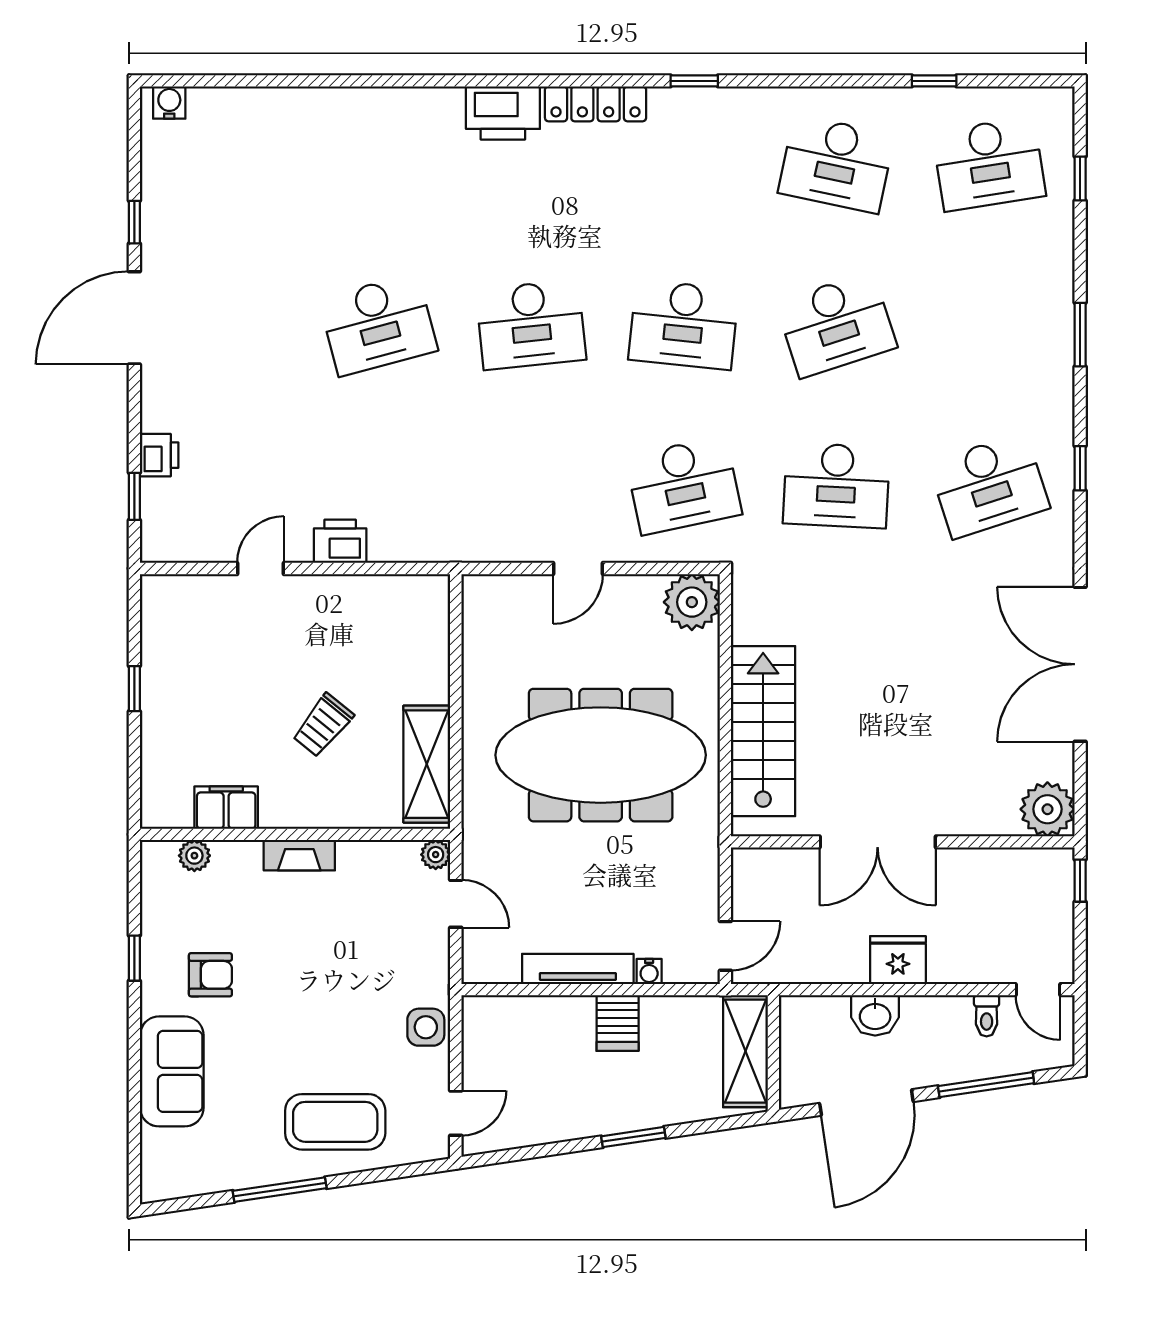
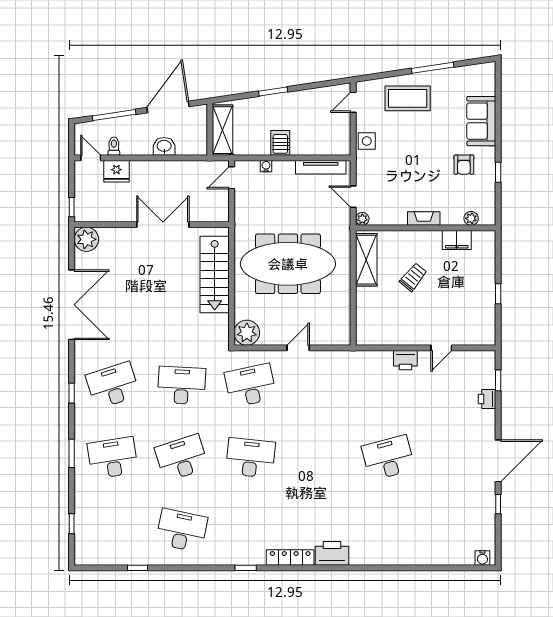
desk: (989, 164) -> (113, 458), moved
desk: (531, 325) -> (319, 458), removed
fridge: (898, 960) -> (116, 171), moved
tv unit: (578, 969) -> (321, 167), moved
armchair: (210, 975) -> (464, 165), turned -90

